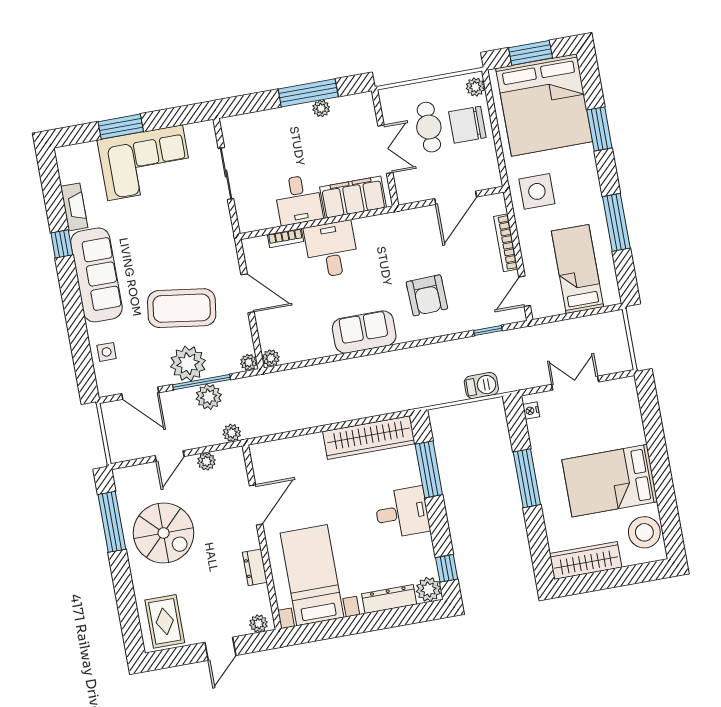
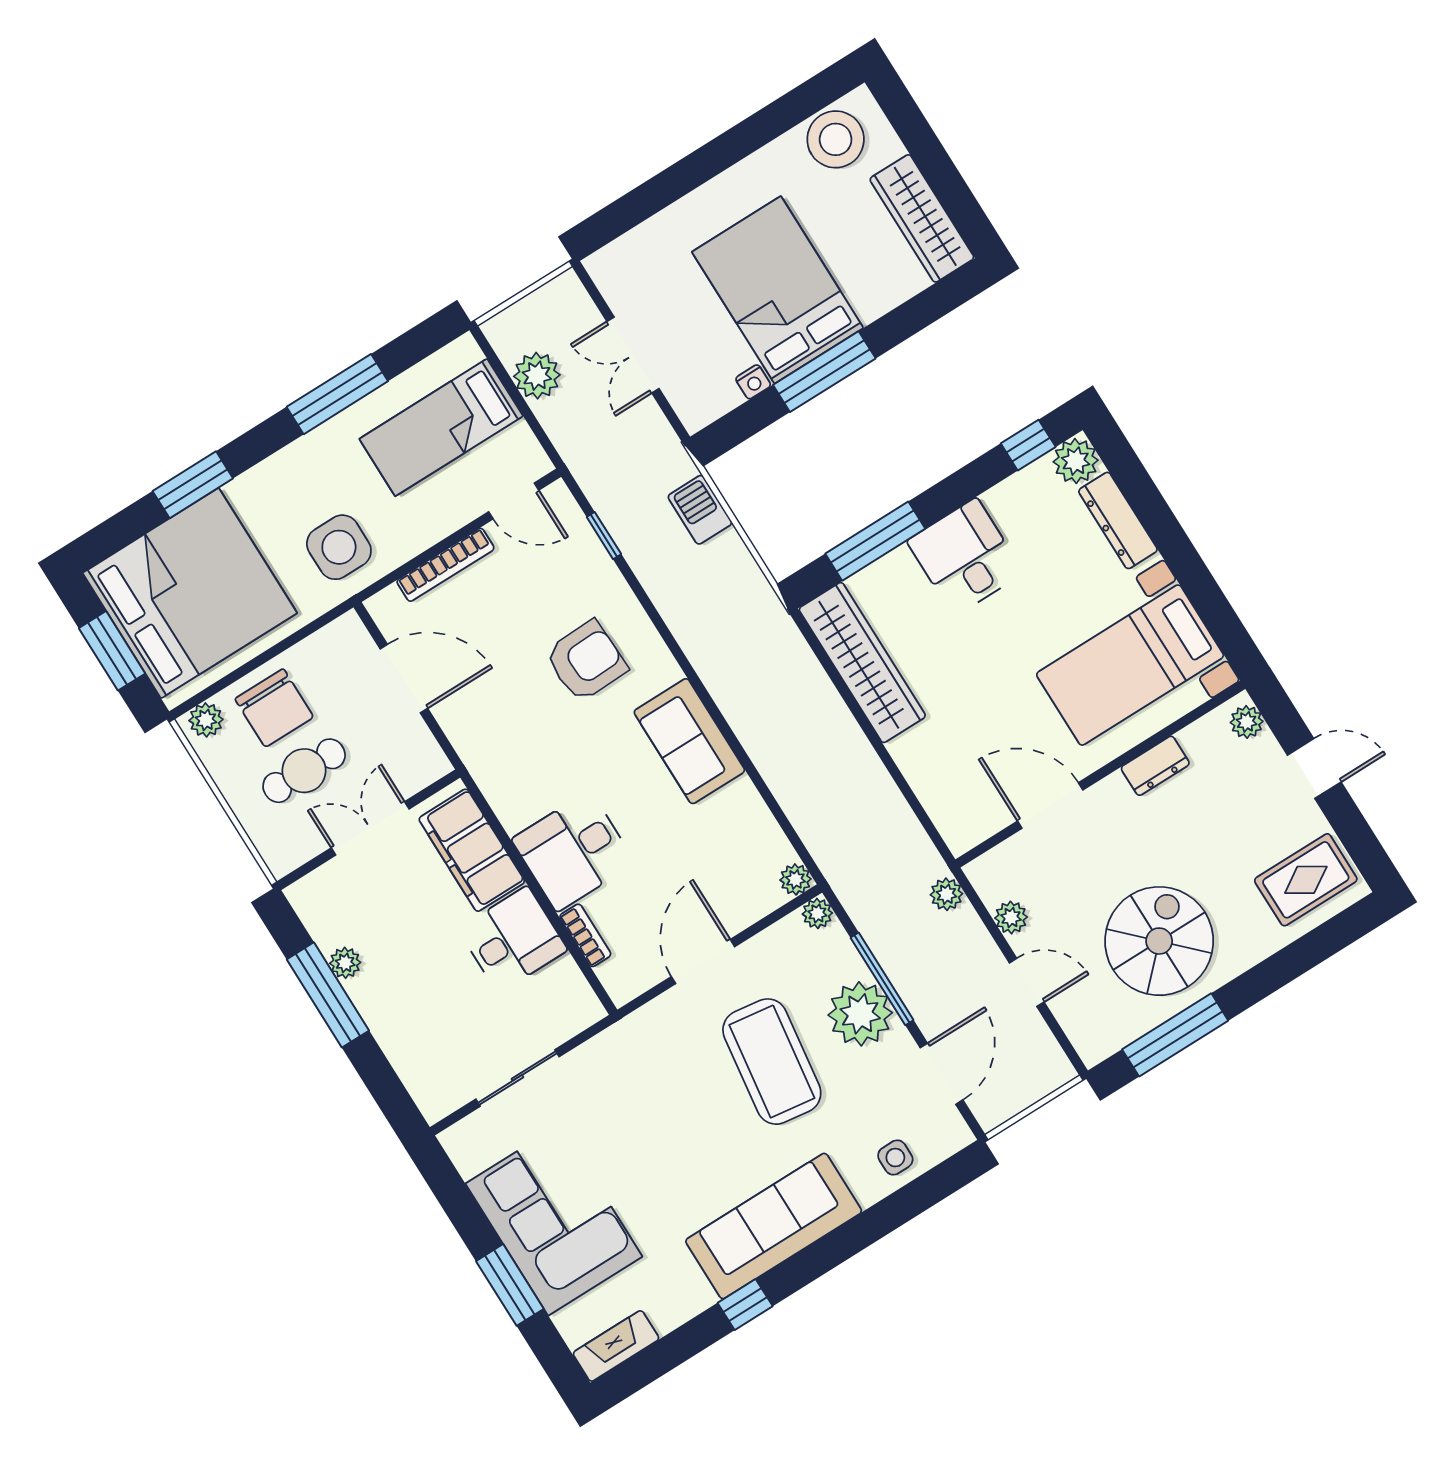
fireplace: (74, 207) -> (616, 1346), moved
plant: (209, 397) -> (537, 376), moved
nightstand: (531, 411) -> (753, 382), moved
bed: (610, 481) -> (778, 290), moved, turned 180

